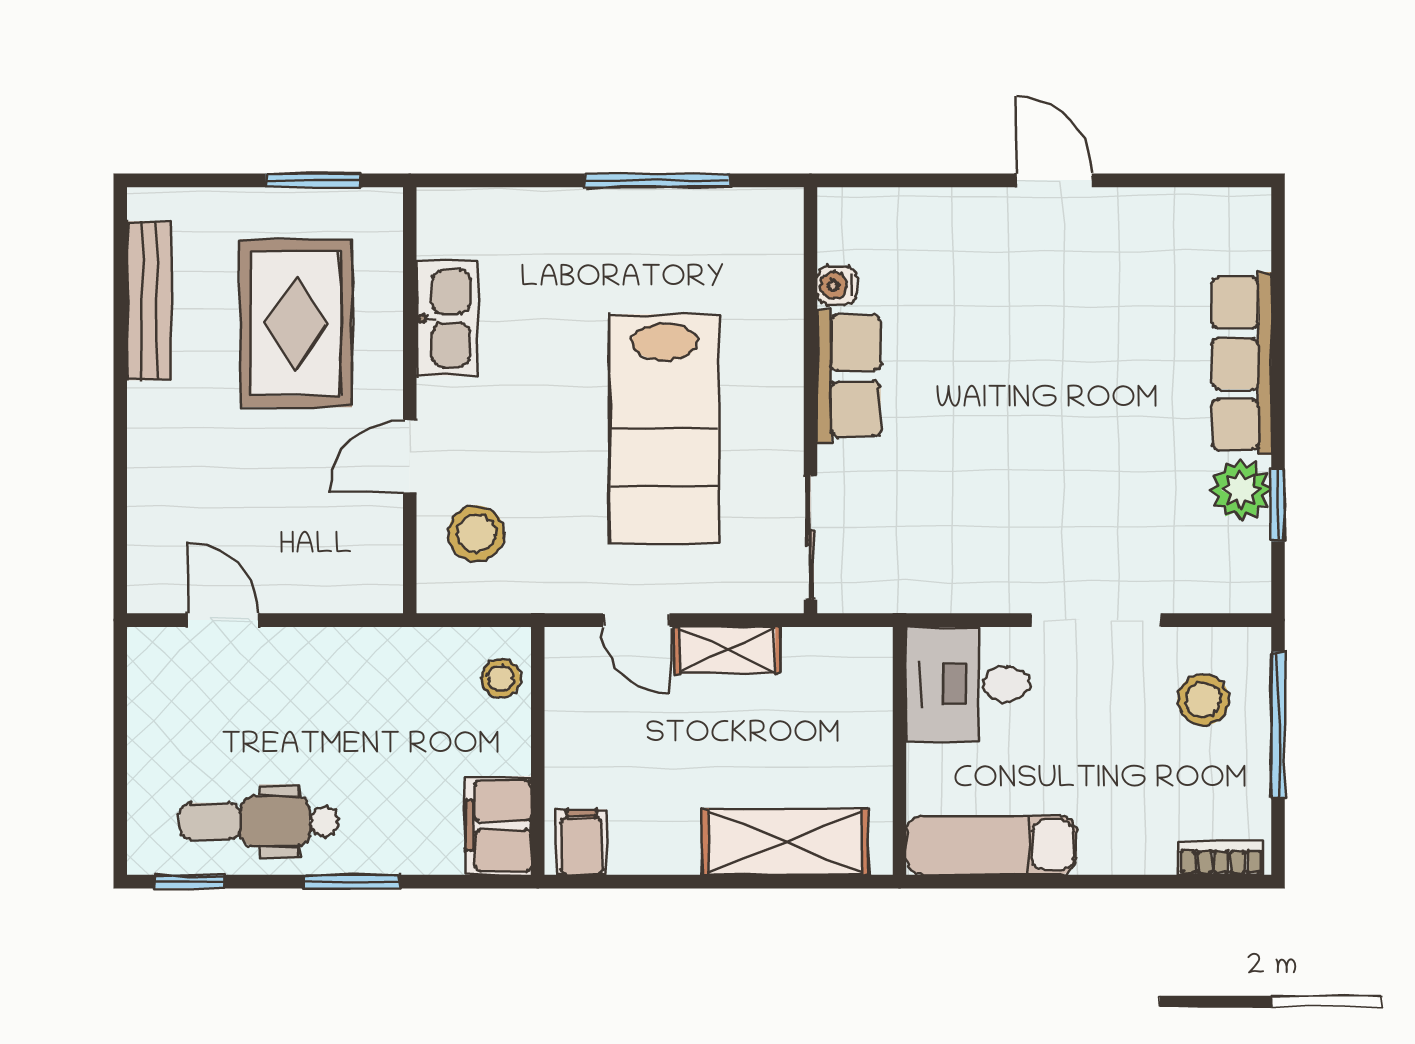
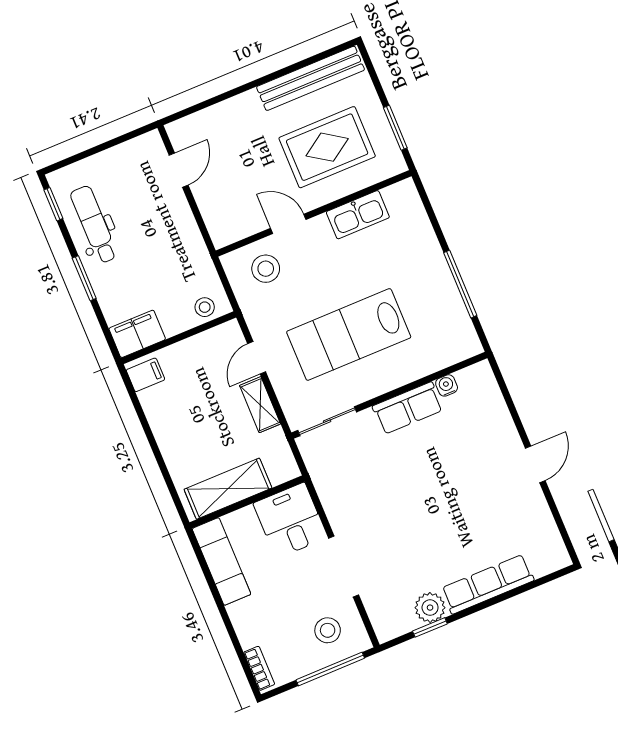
bench: (149, 301) -> (310, 78), width x1.37, depth x1.21
shelving: (785, 842) -> (228, 489), moved, turned 90

